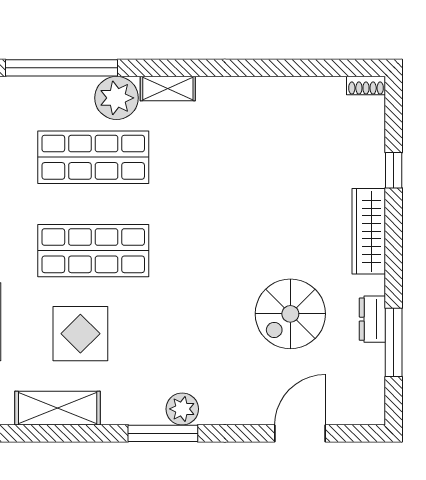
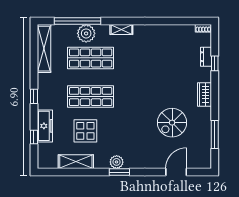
plant: (117, 98) -> (86, 33), moved
wardrobe: (369, 231) -> (204, 94), width x0.67
dresser: (372, 319) -> (206, 57), moved
plant: (182, 409) -> (117, 162), moved
window: (163, 433) -> (119, 172), width x0.69

